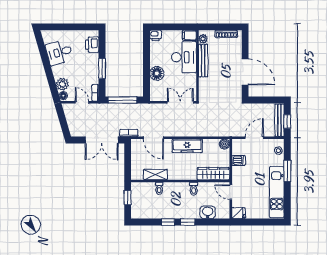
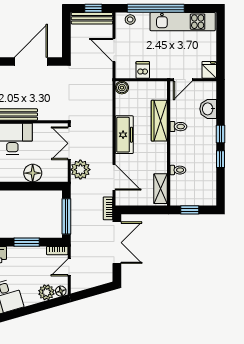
plant: (160, 111) -> (80, 170), added
door: (153, 138) -> (114, 177), hinge flipped
window: (287, 171) -> (156, 8), width x2.11
wardrobe: (213, 174) -> (159, 121), moved
shelving: (155, 175) -> (161, 189), moved

